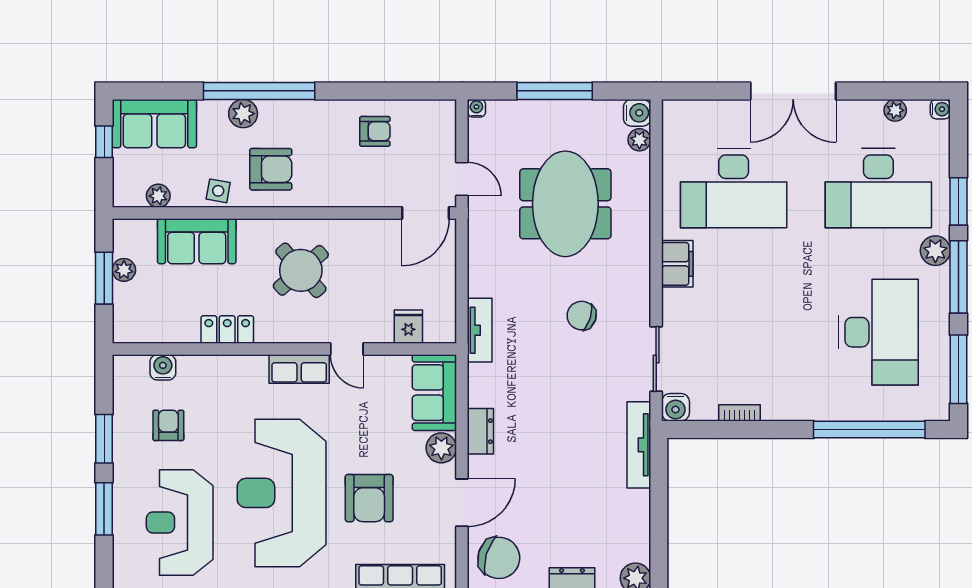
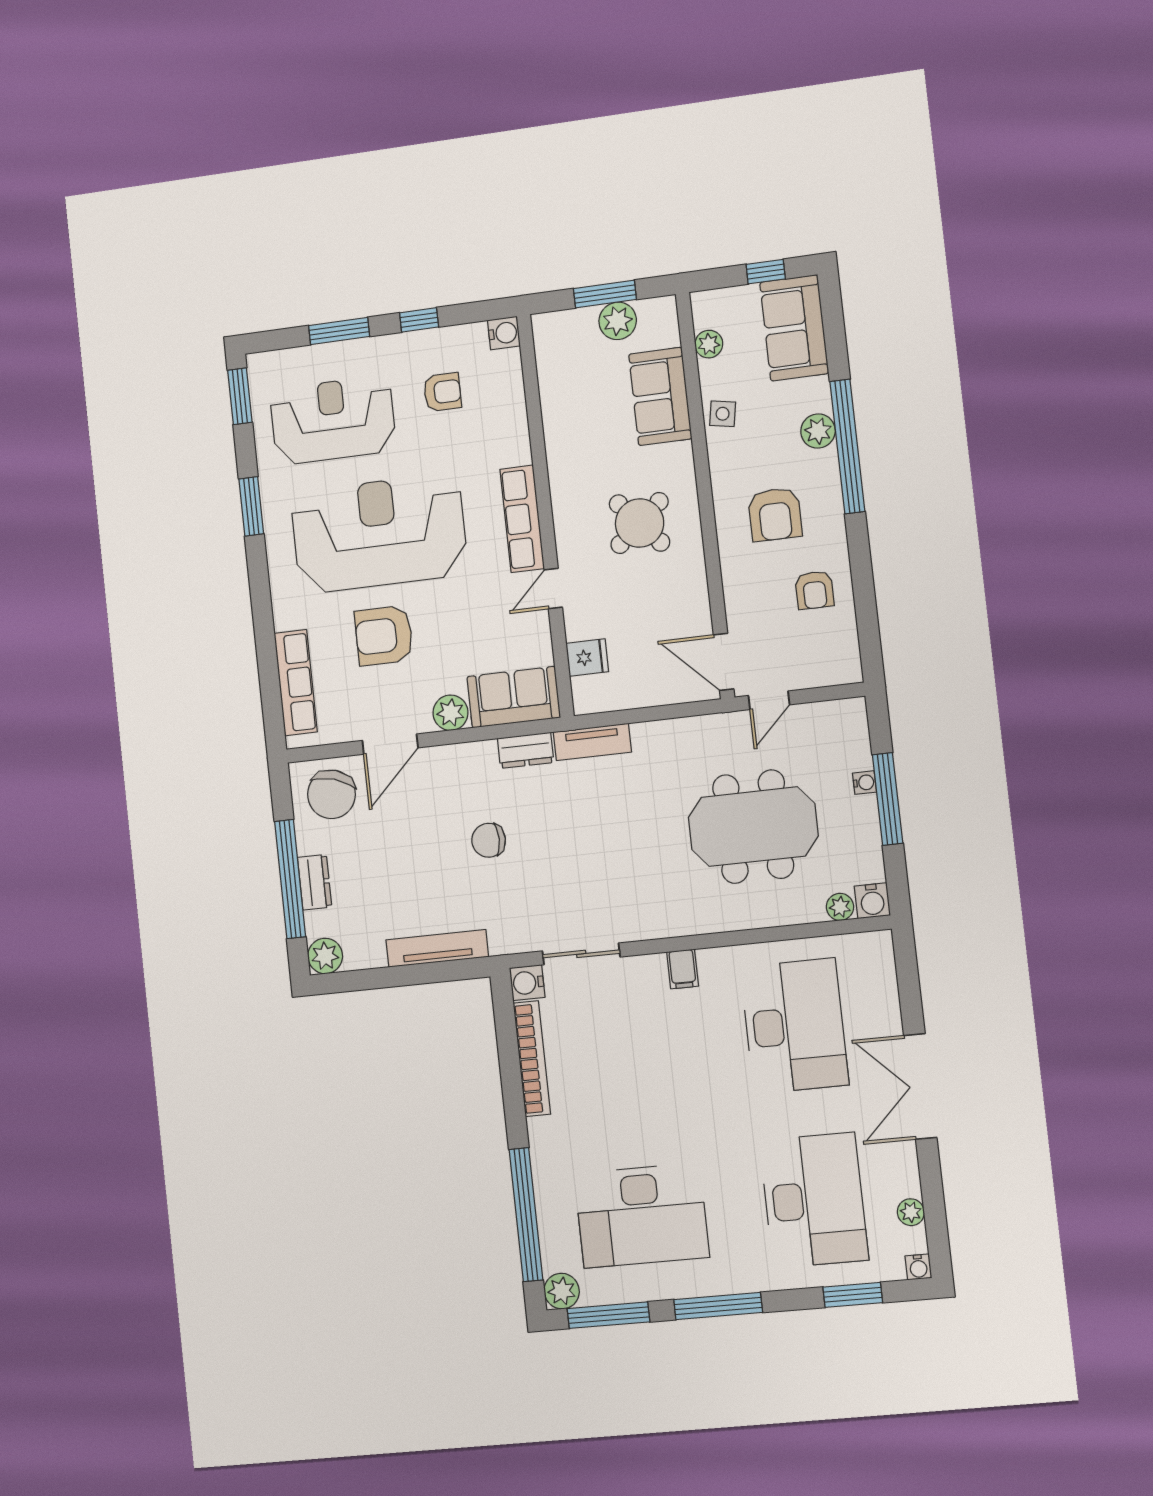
water cooler: (476, 108) -> (864, 783), moved
armchair: (271, 169) -> (775, 514), moved
desk: (734, 188) -> (794, 1026), turned 180
desk: (878, 188) -> (814, 1200), turned 180
window: (959, 201) -> (853, 1295), moved
plant: (935, 251) -> (562, 1291), moved
filing cabinet: (677, 264) -> (683, 969), width x0.50
plant: (124, 270) -> (618, 321), width x1.38, depth x1.38
chair: (582, 316) -> (489, 840), moved, turned -108
locker: (227, 329) -> (561, 446), removed
water cooler: (163, 367) -> (504, 333), moved
row of seats: (299, 369) -> (522, 519), width x1.48
bookcase: (739, 413) -> (532, 1059), width x2.31, depth x1.31
dresser: (480, 431) -> (526, 750), moved
window: (104, 439) -> (419, 320), width x0.67
tv unit: (639, 445) -> (437, 948), moved
door: (462, 503) -> (390, 744), hinge flipped

